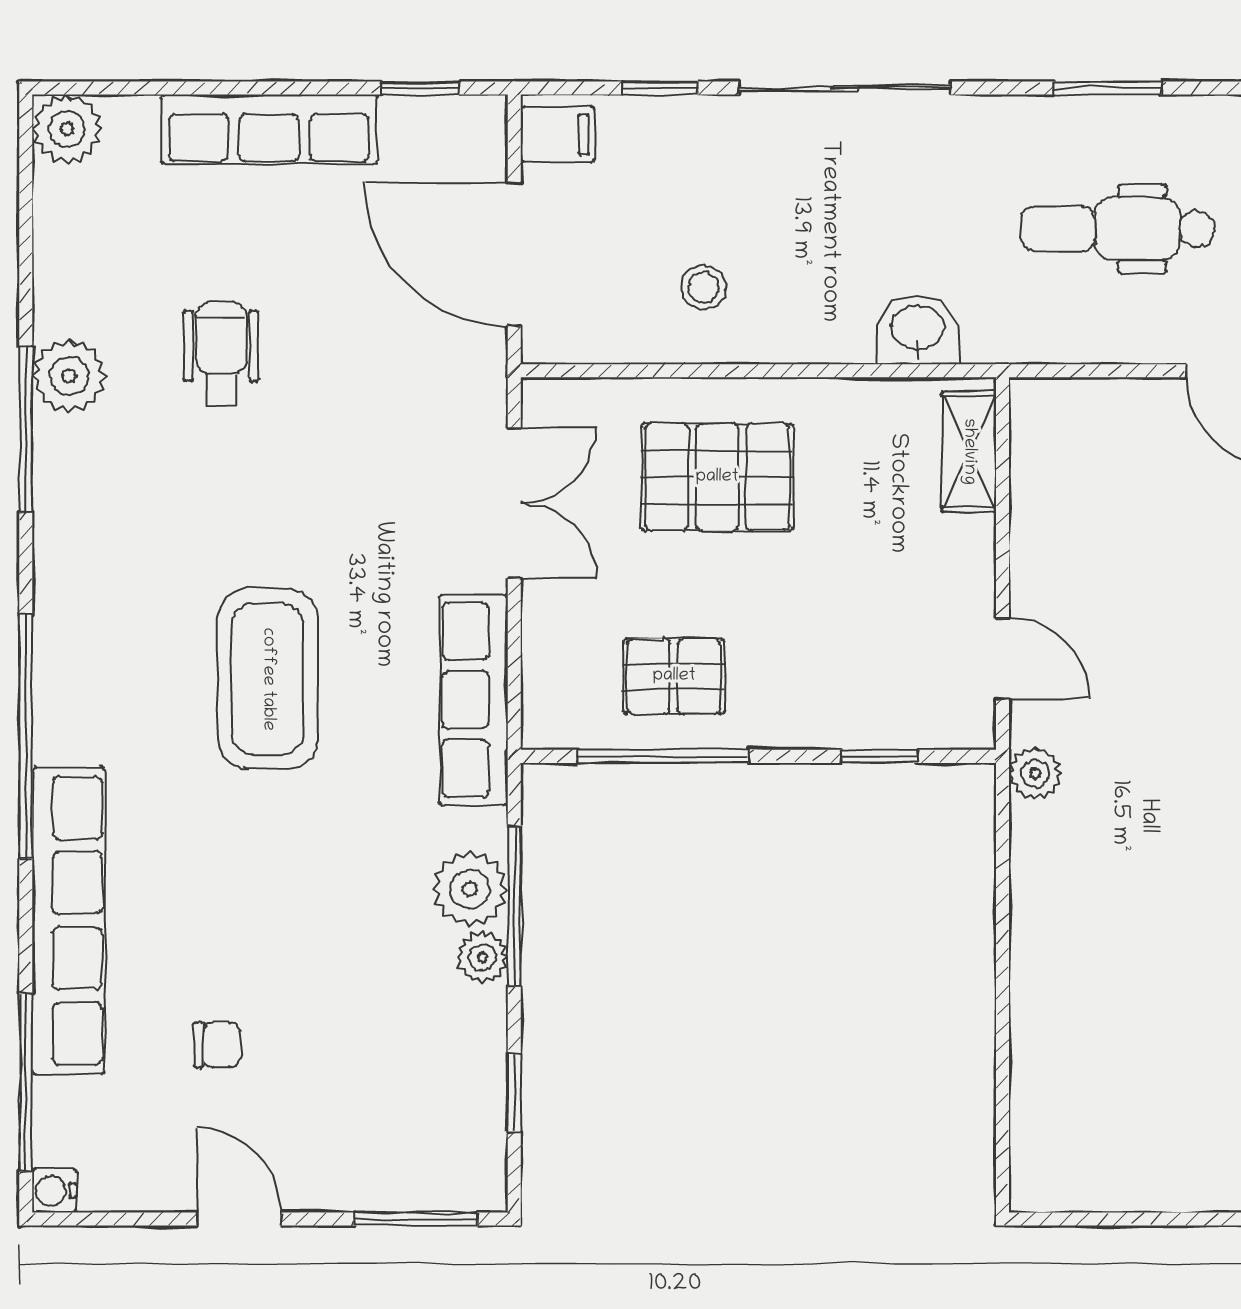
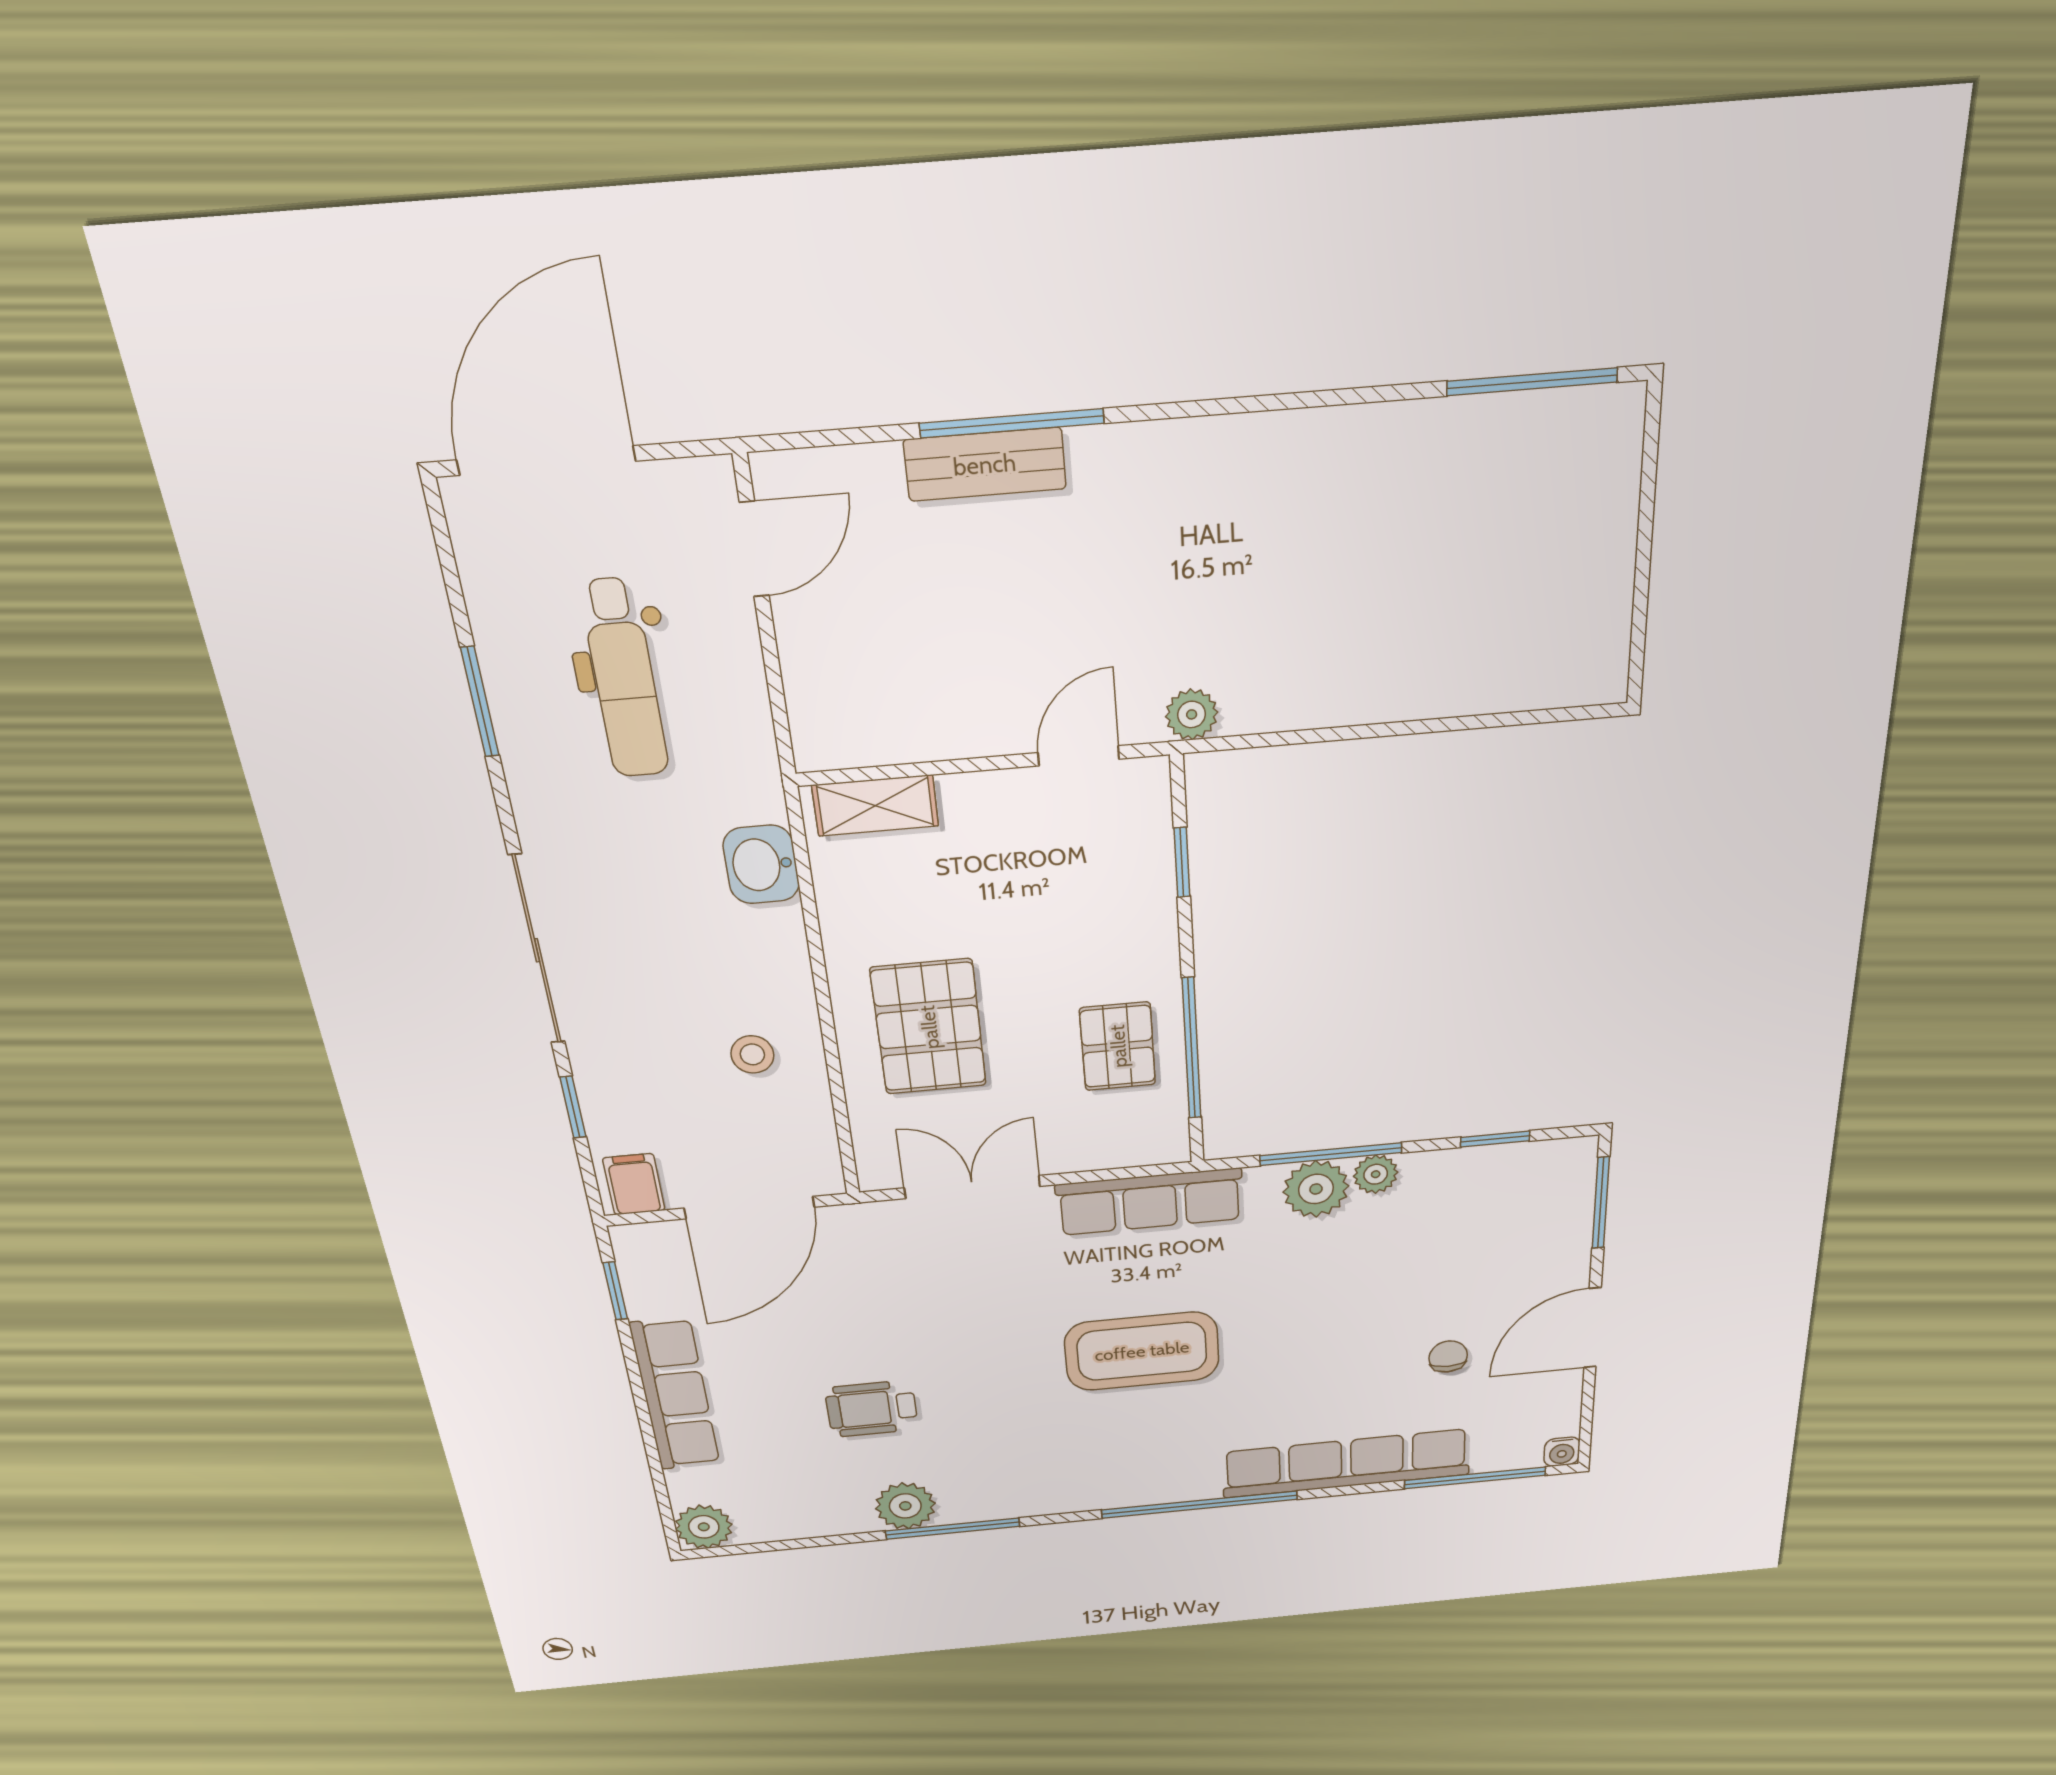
door: (239, 1219) -> (1593, 1328), width x1.38

